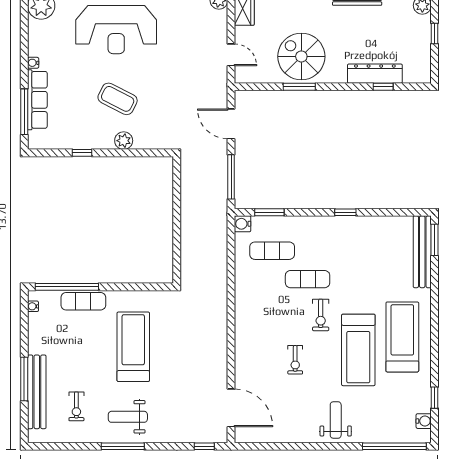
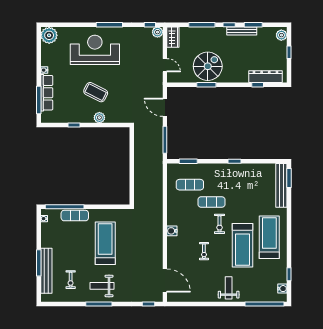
reception desk: (116, 30) -> (95, 50), turned 180
spiral stairs: (301, 56) -> (208, 66), turned 90
dresser: (375, 74) -> (265, 77), moved
water cooler: (243, 224) -> (172, 231), moved

